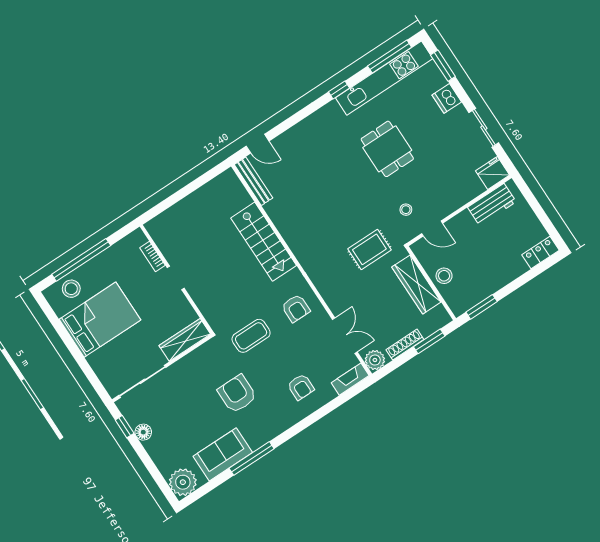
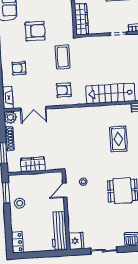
workbench: (492, 205) -> (59, 231), width x1.38
rug: (369, 249) -> (118, 139), moved
stool: (444, 276) -> (20, 203), moved
wardrobe: (416, 284) -> (33, 164), width x0.67

